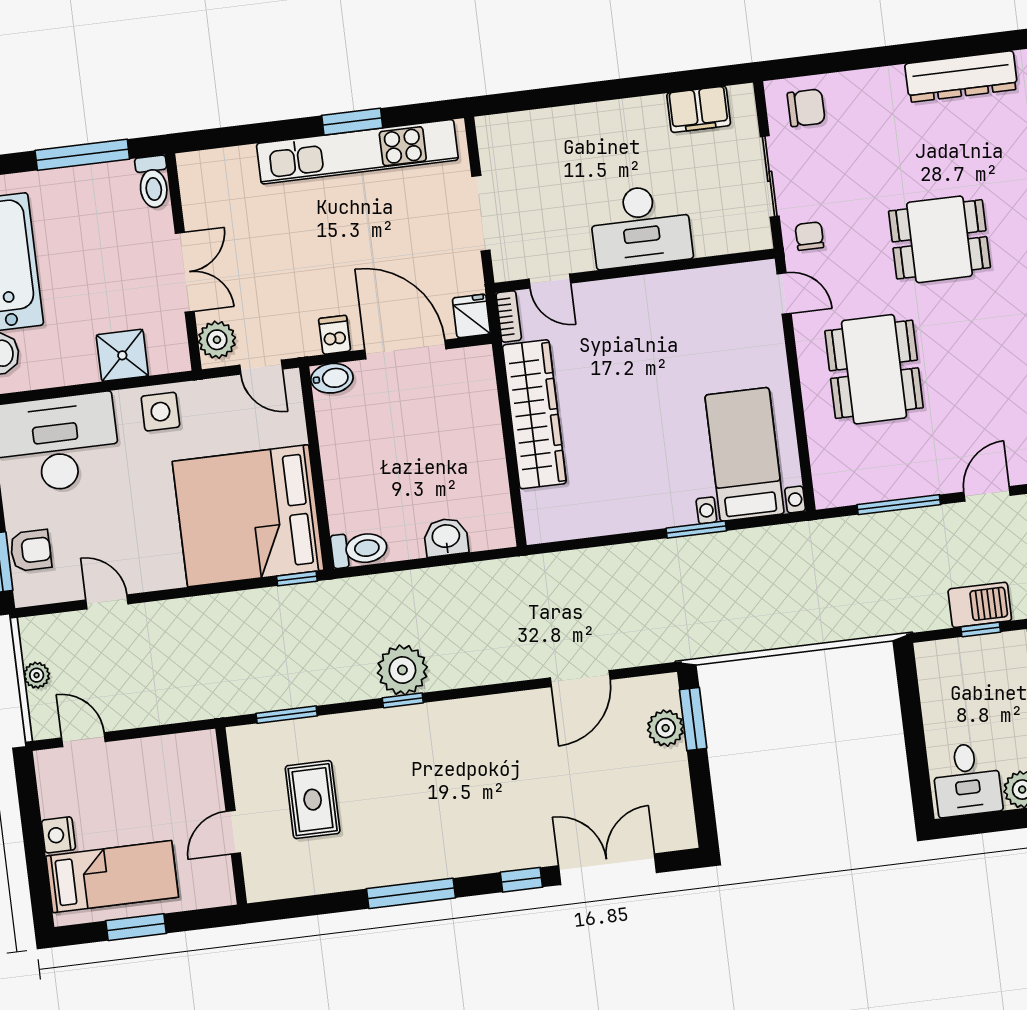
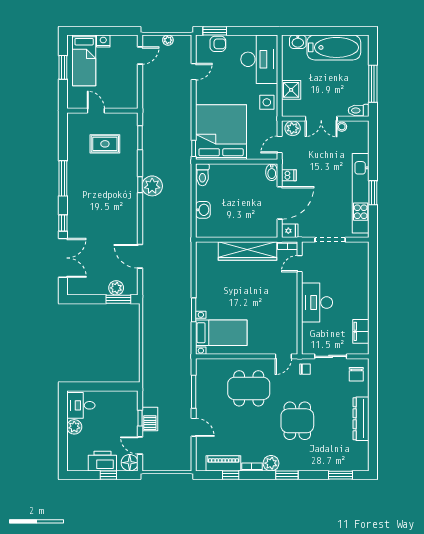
dresser: (961, 77) -> (361, 419), moved
stool: (198, 219) -> (342, 127), added
armchair: (31, 550) -> (218, 44), turned -90

